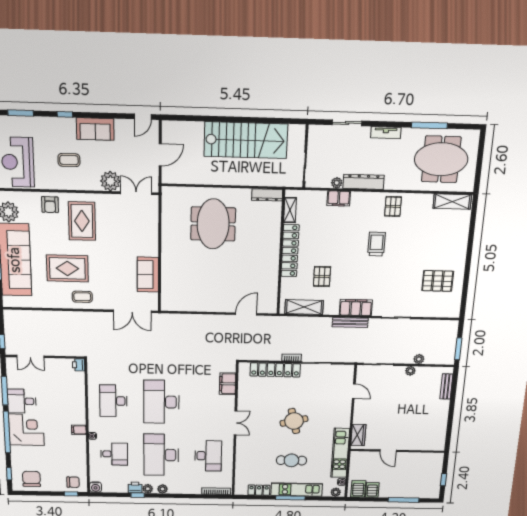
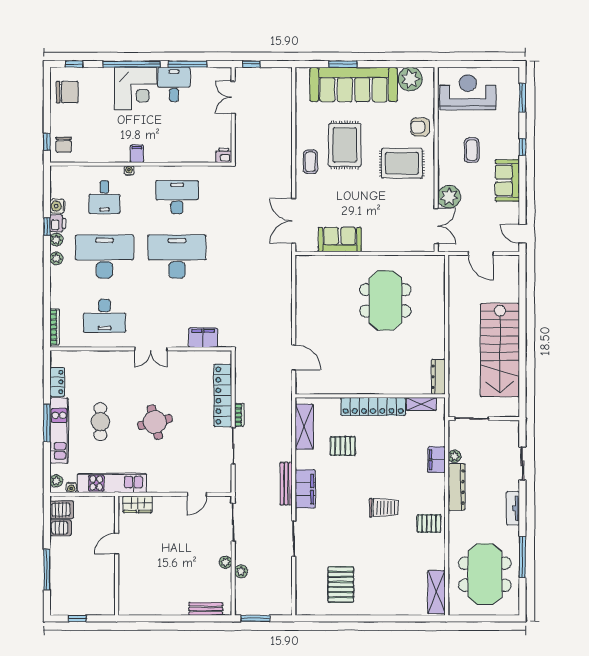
meeting table: (213, 224) -> (385, 300), moved, turned 90
water cooler: (96, 487) -> (57, 206), moved

